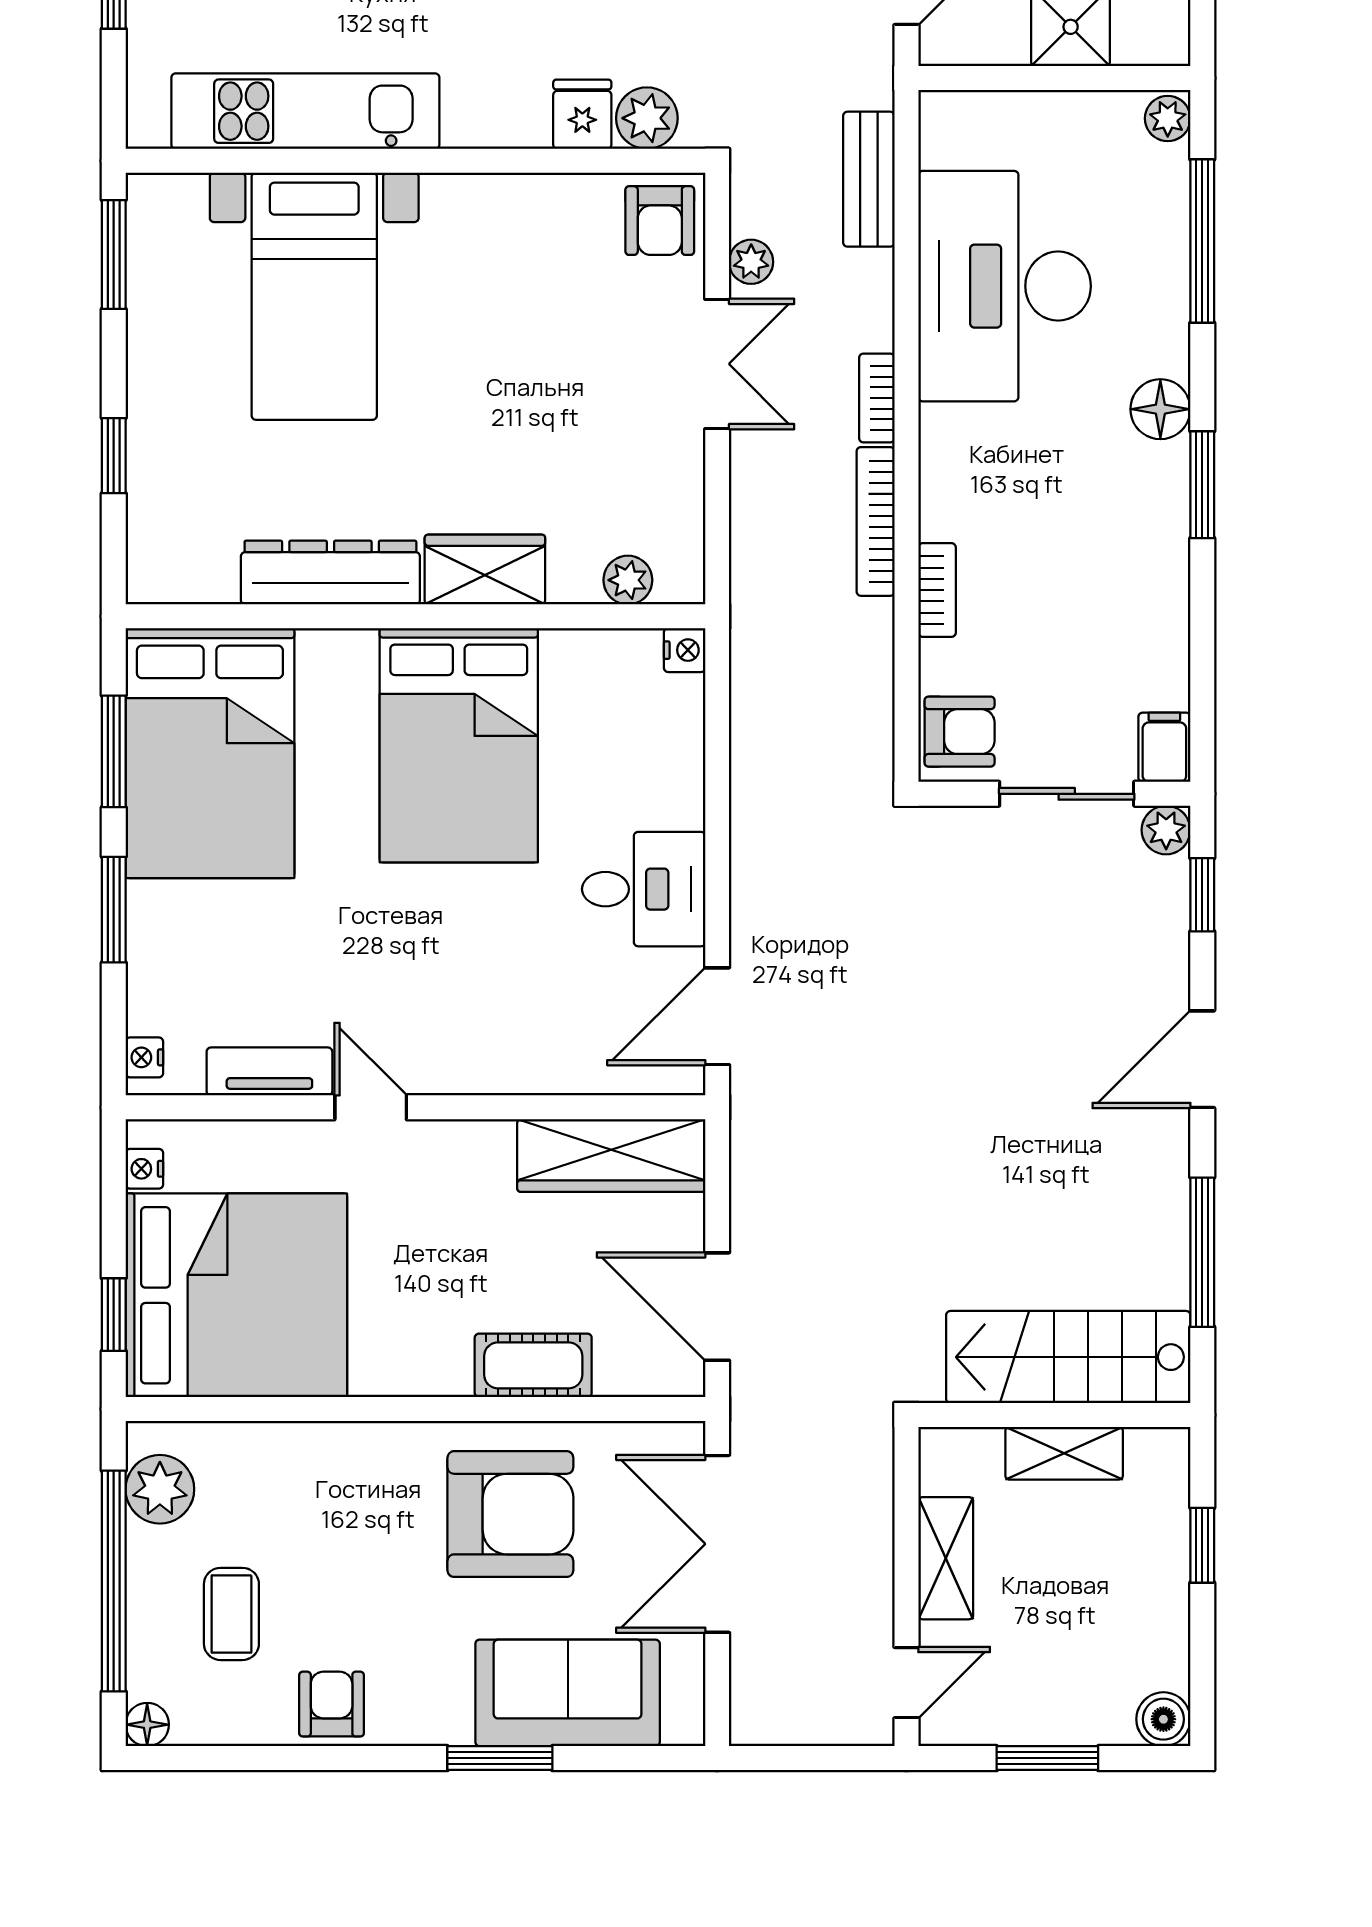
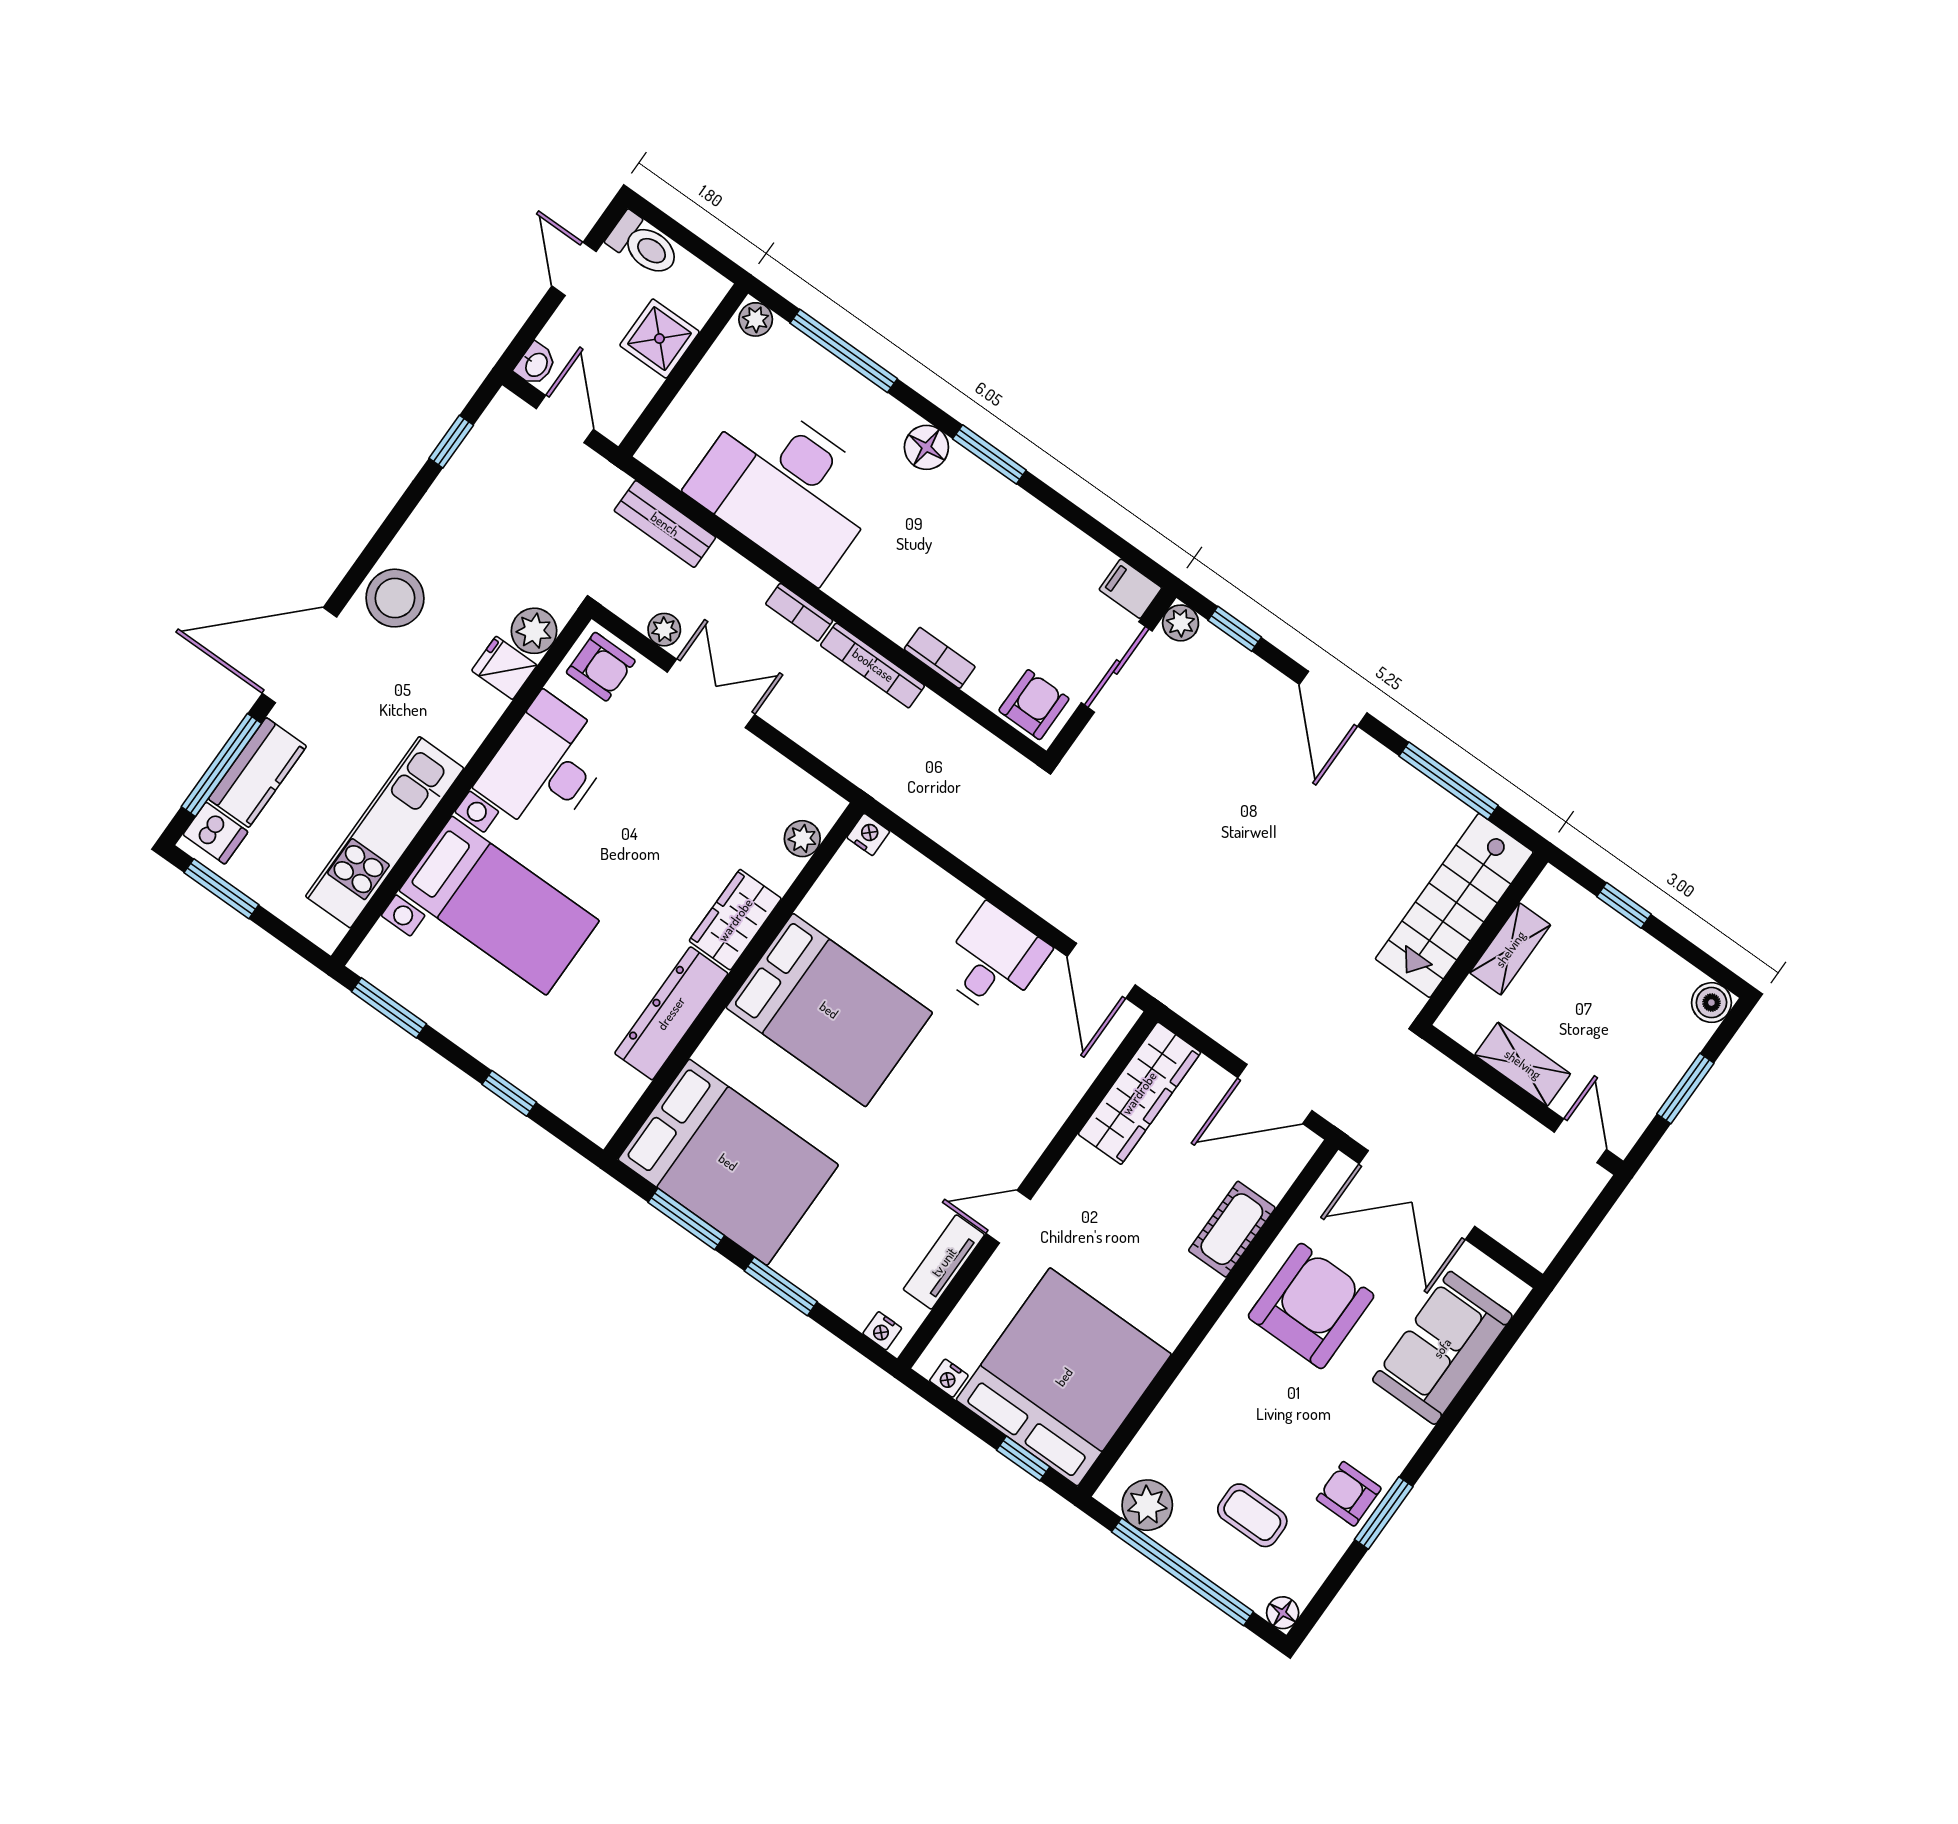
desk: (507, 238) -> (546, 766), added
window: (500, 1758) -> (1384, 1513), moved

